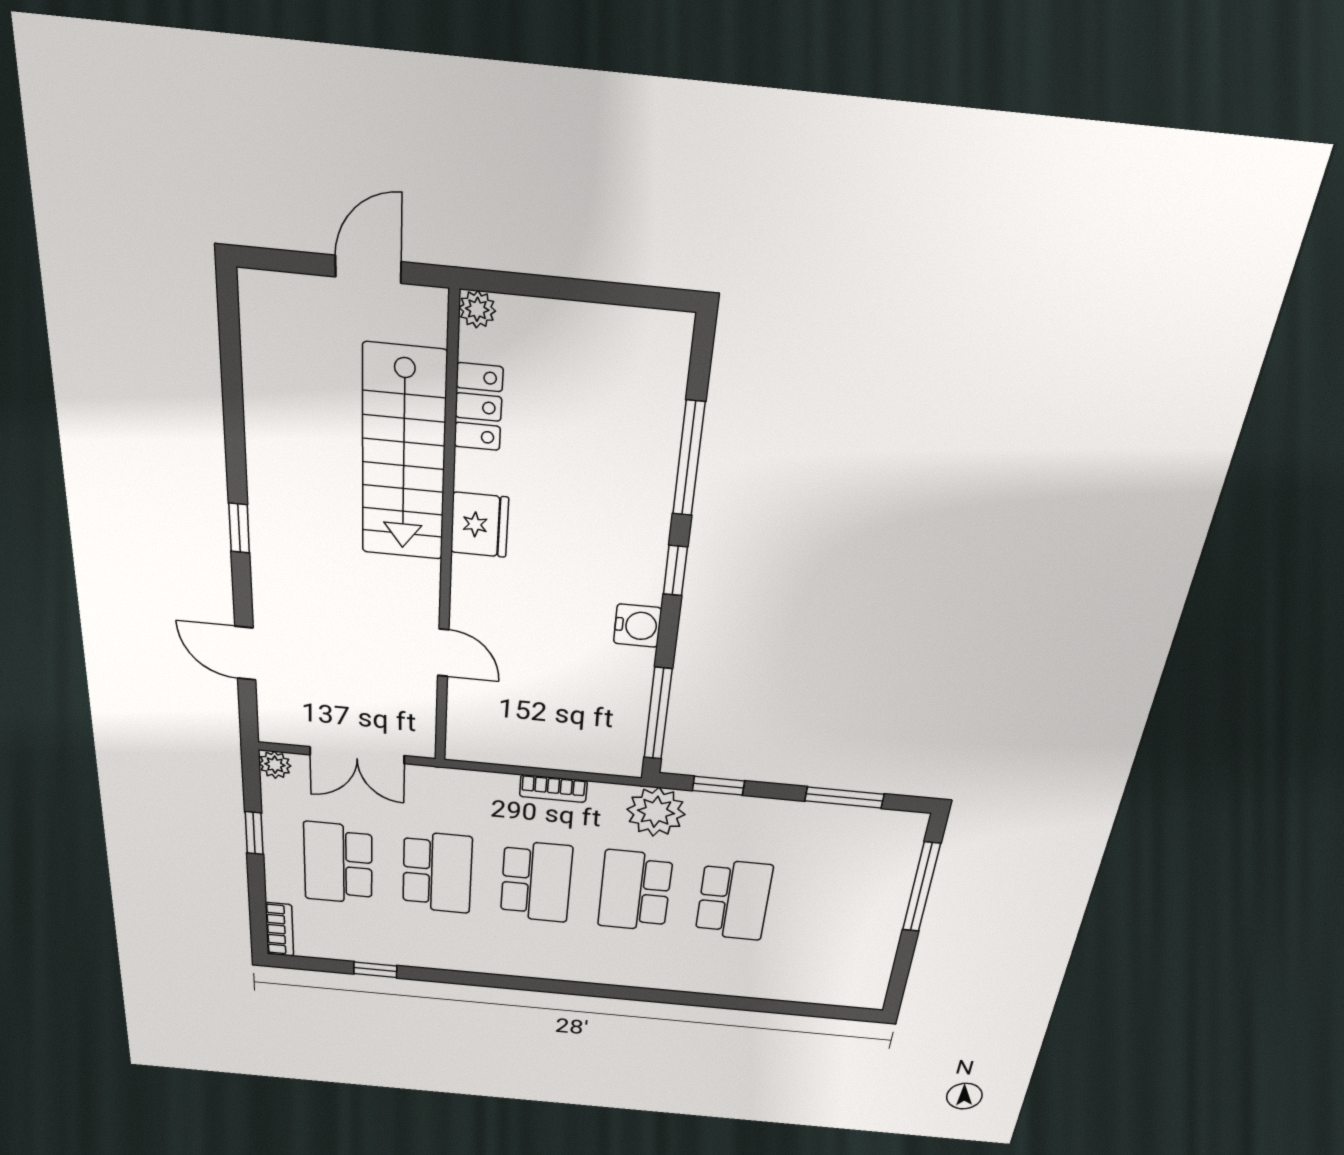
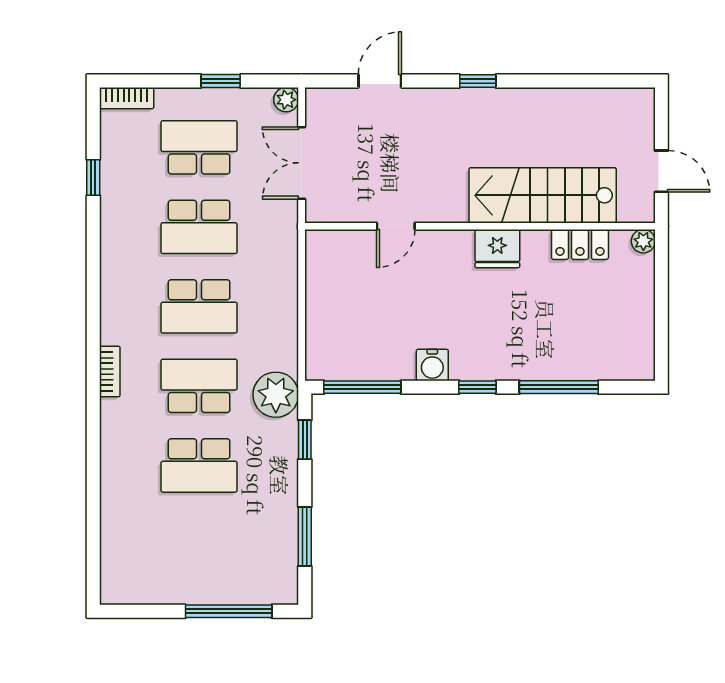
bookcase: (553, 789) -> (110, 372), moved, turned 180

